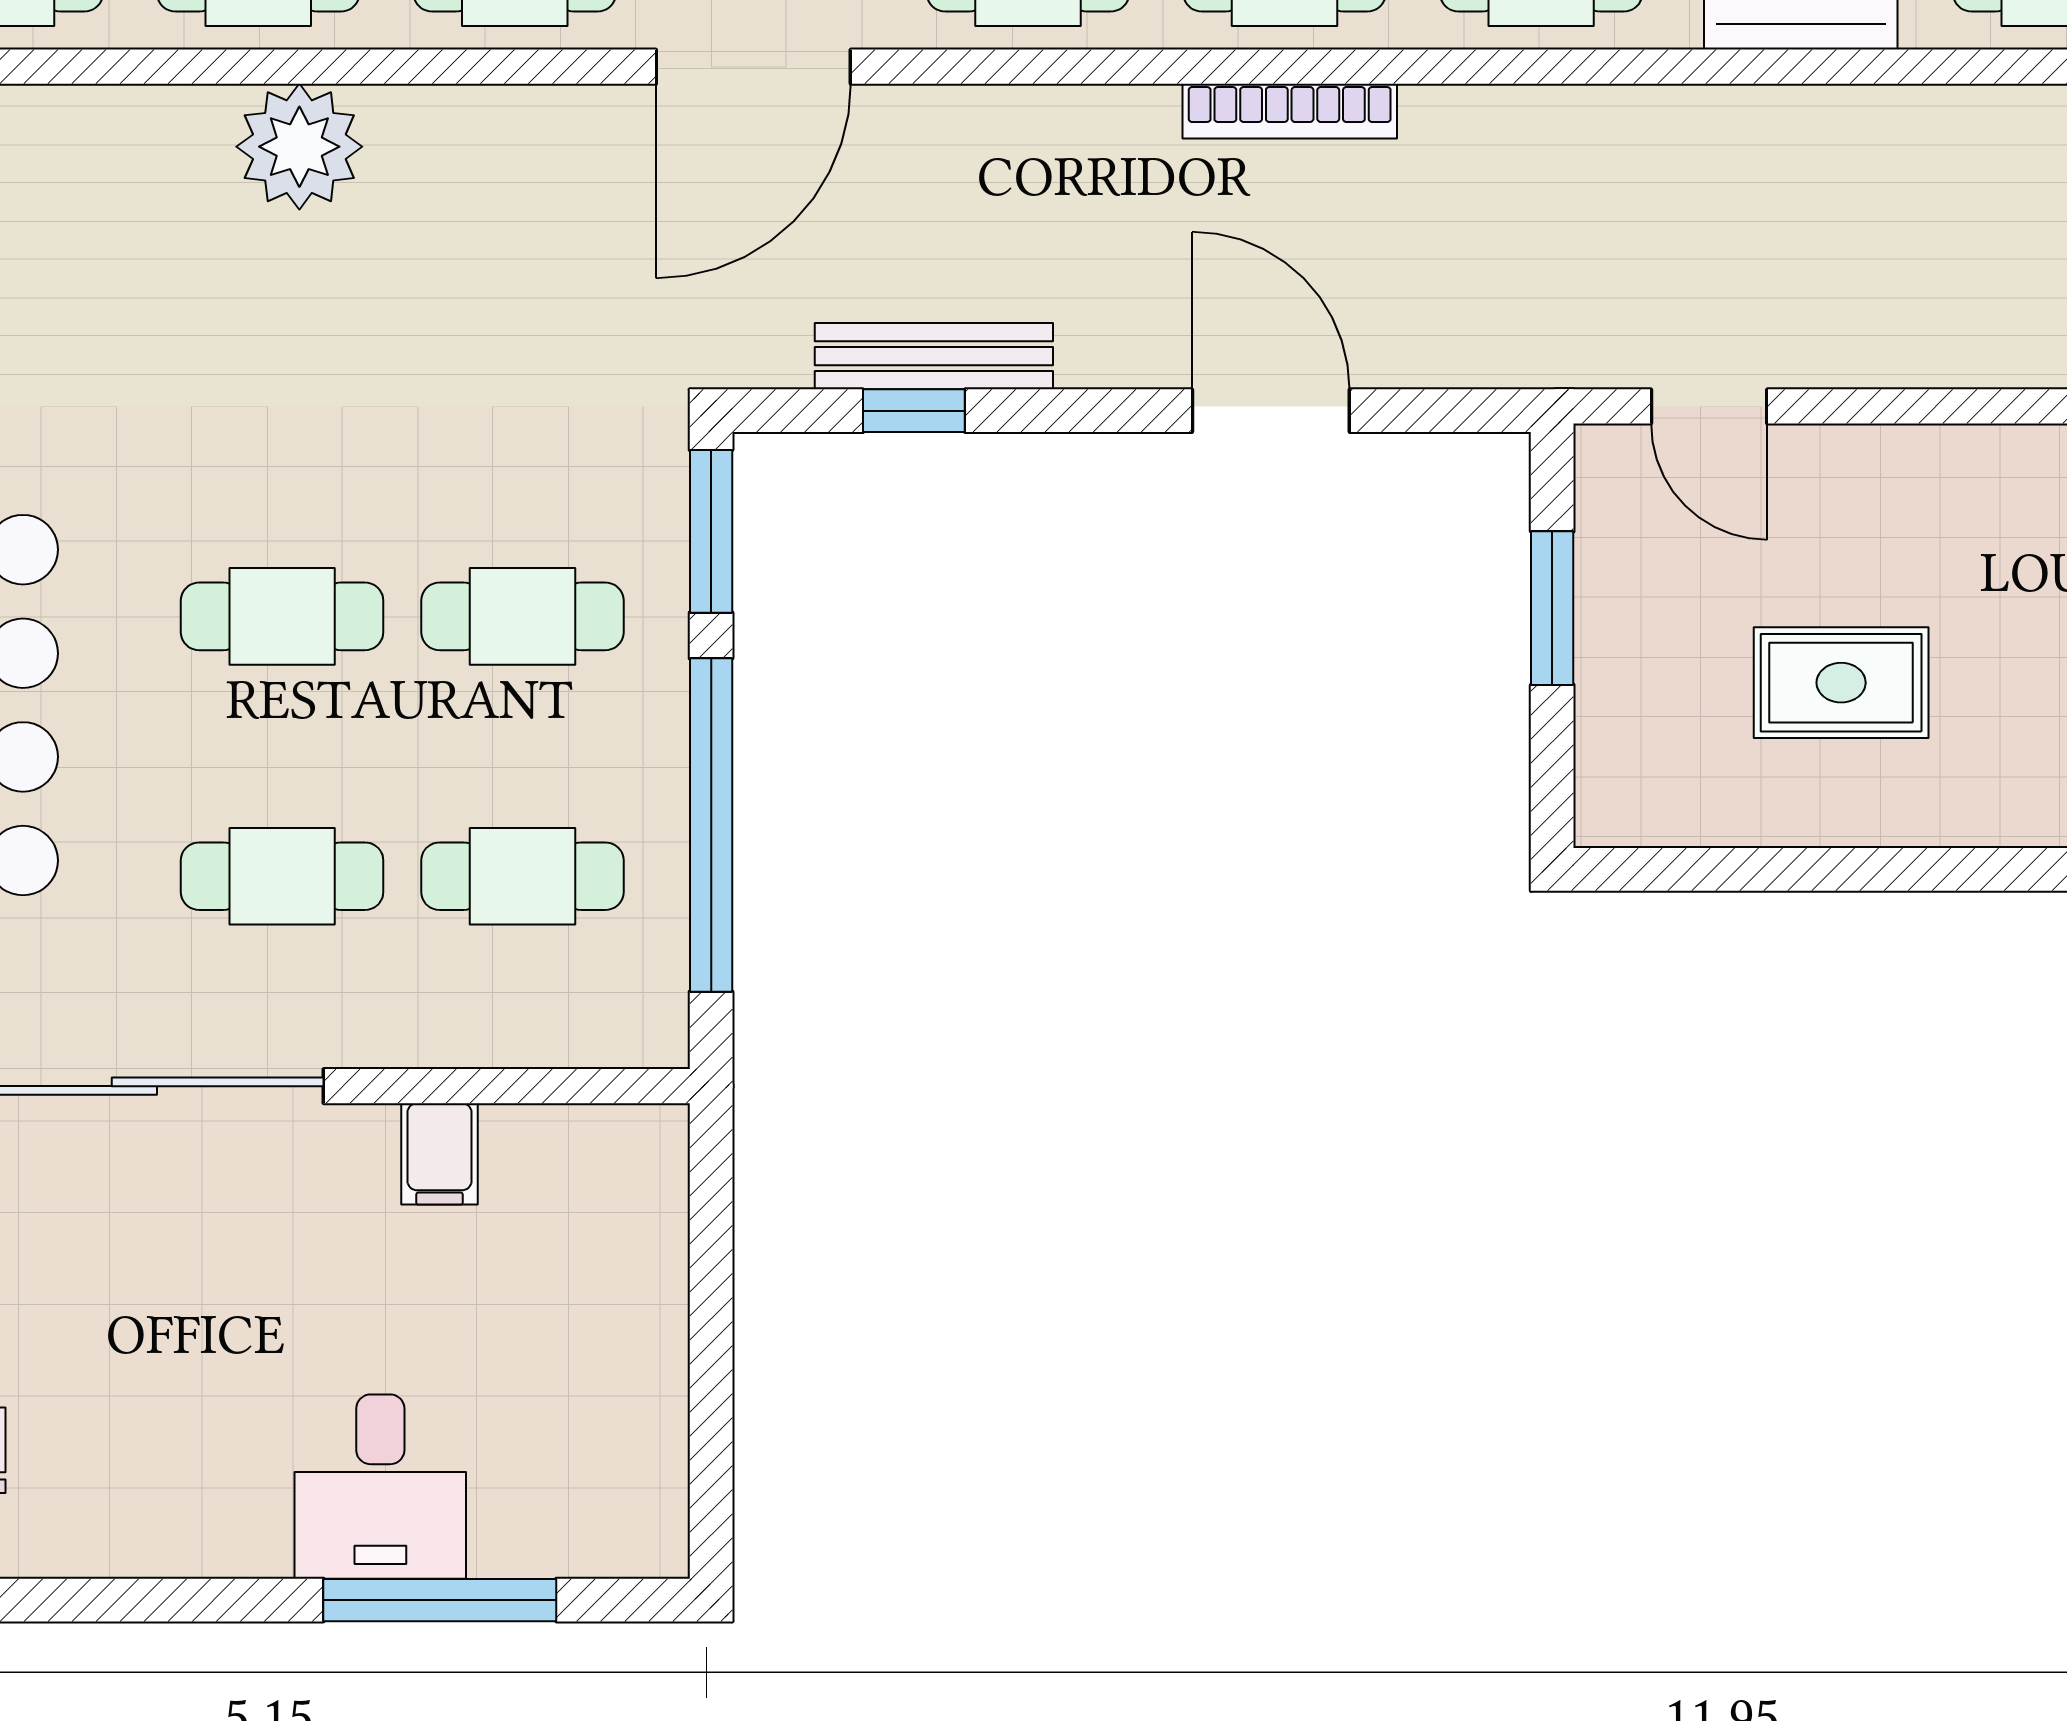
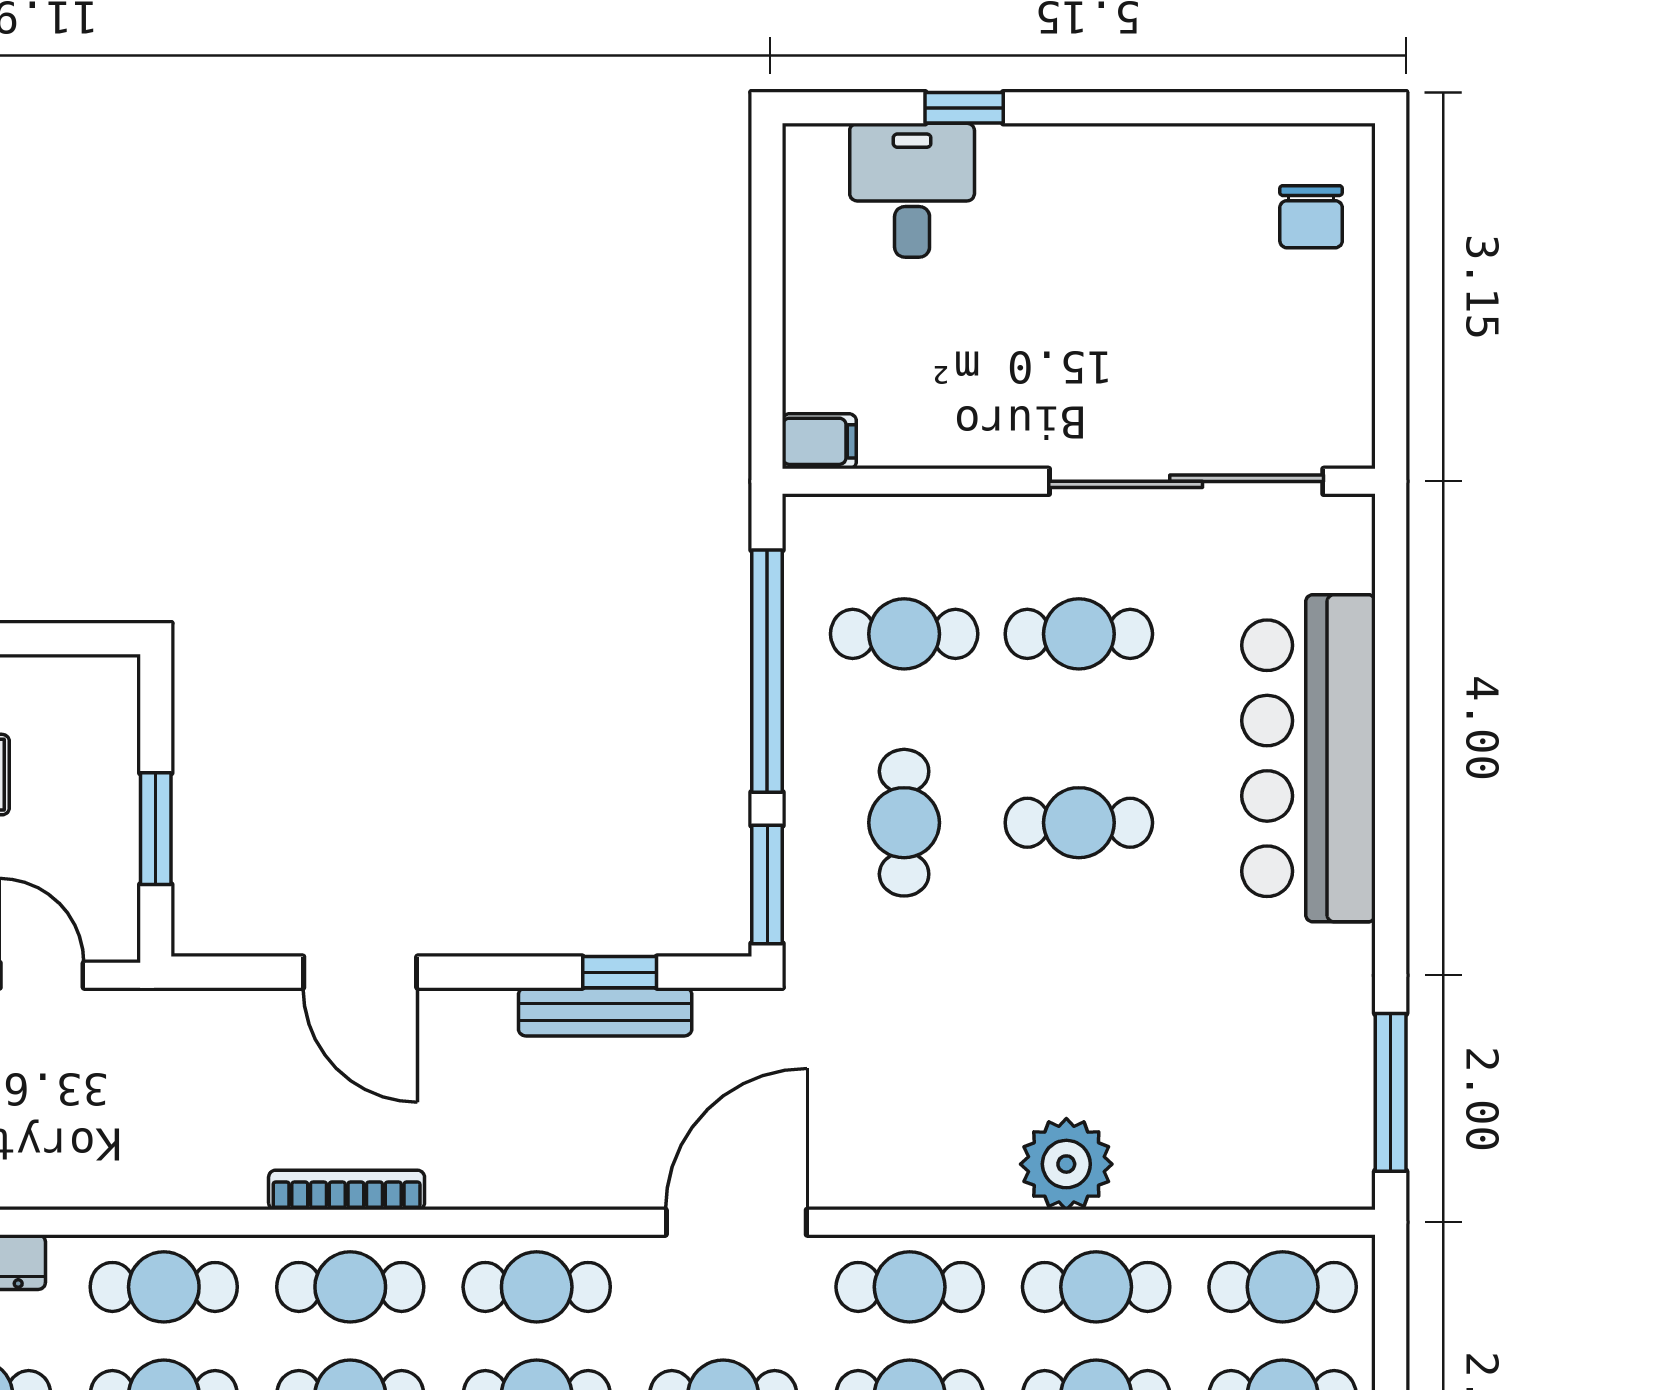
cafe table: (522, 616) -> (904, 823), turned 90
filing cabinet: (440, 1154) -> (819, 441), moved, turned 90
desk: (380, 1487) -> (912, 190), moved
window: (440, 1600) -> (964, 108), width x0.46

